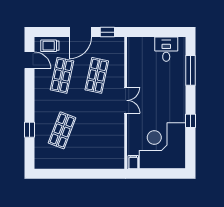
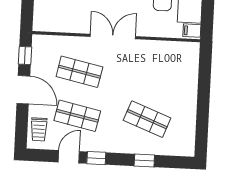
door: (30, 60) -> (69, 157), moved
window: (30, 92) -> (96, 158), added
double door: (126, 100) -> (113, 37), width x1.37

